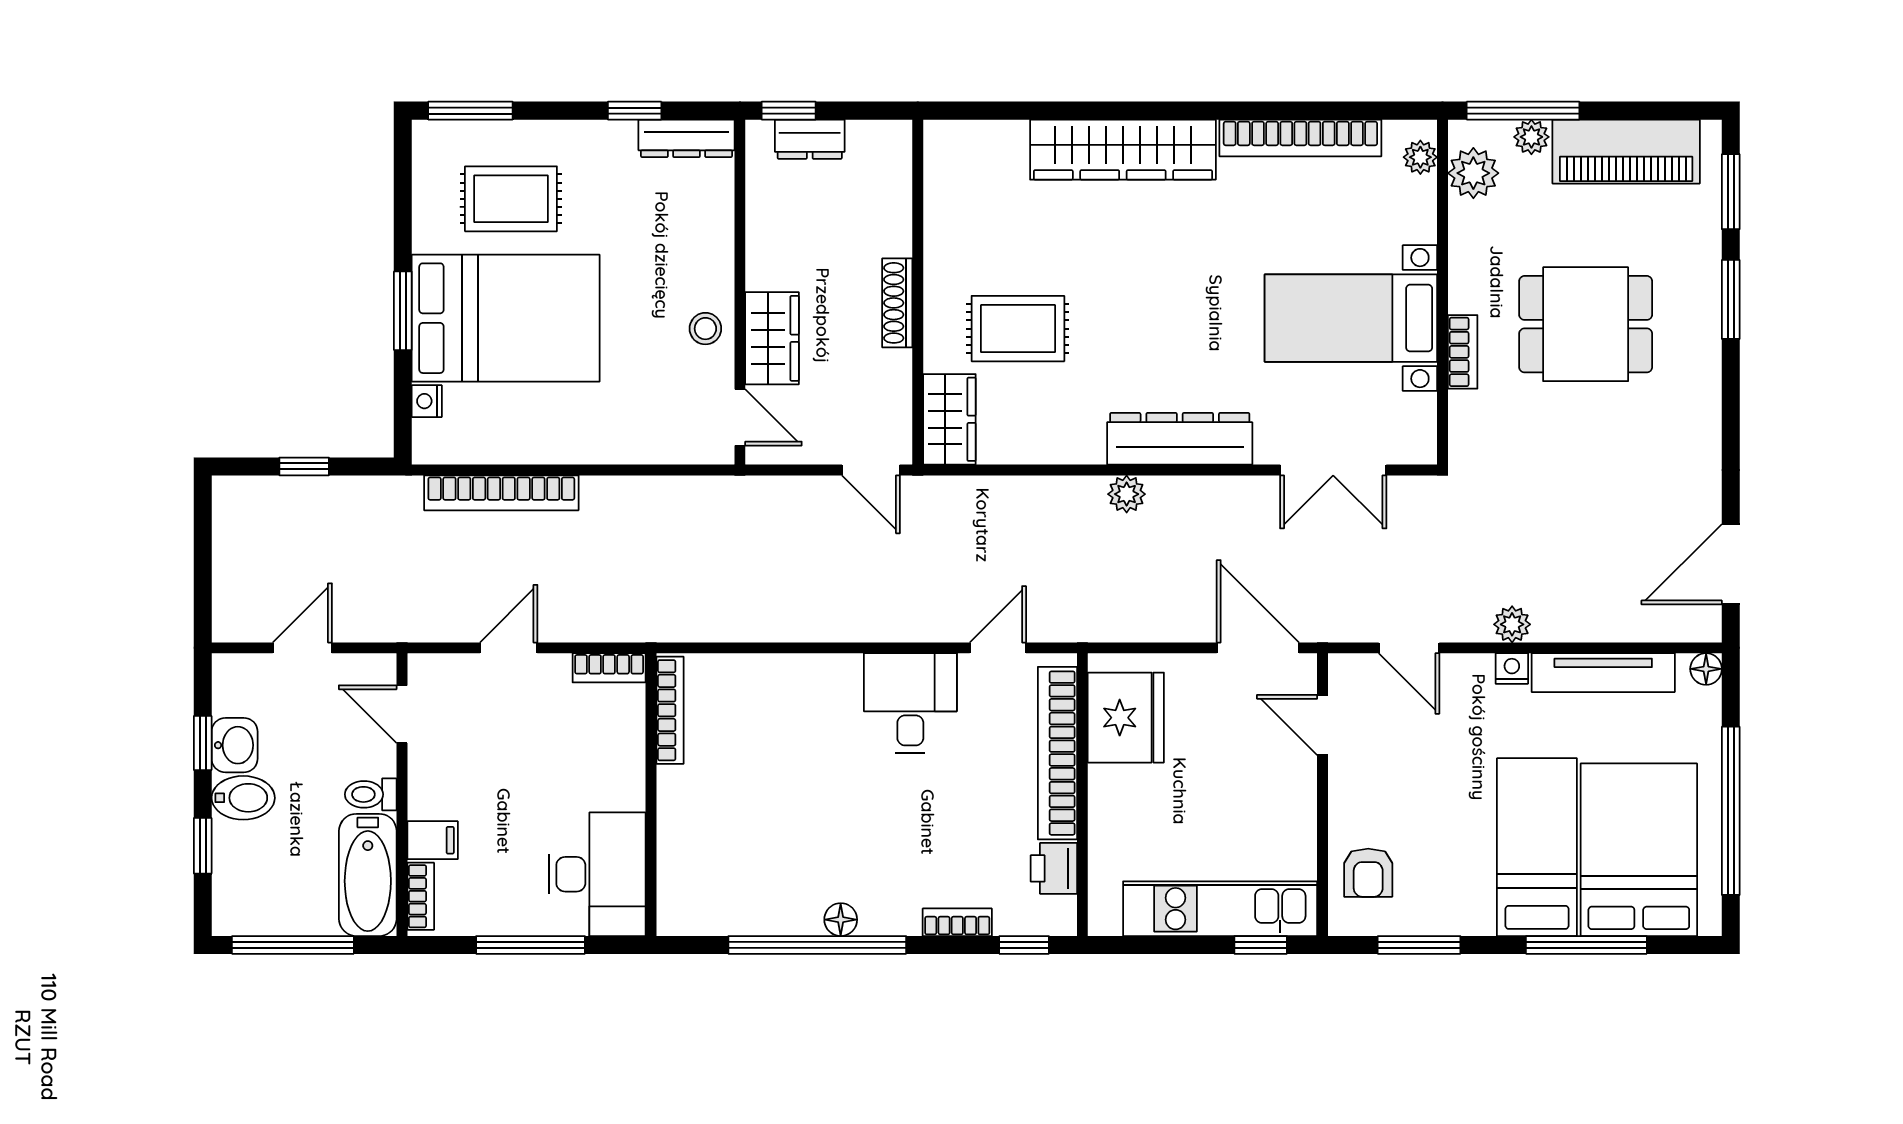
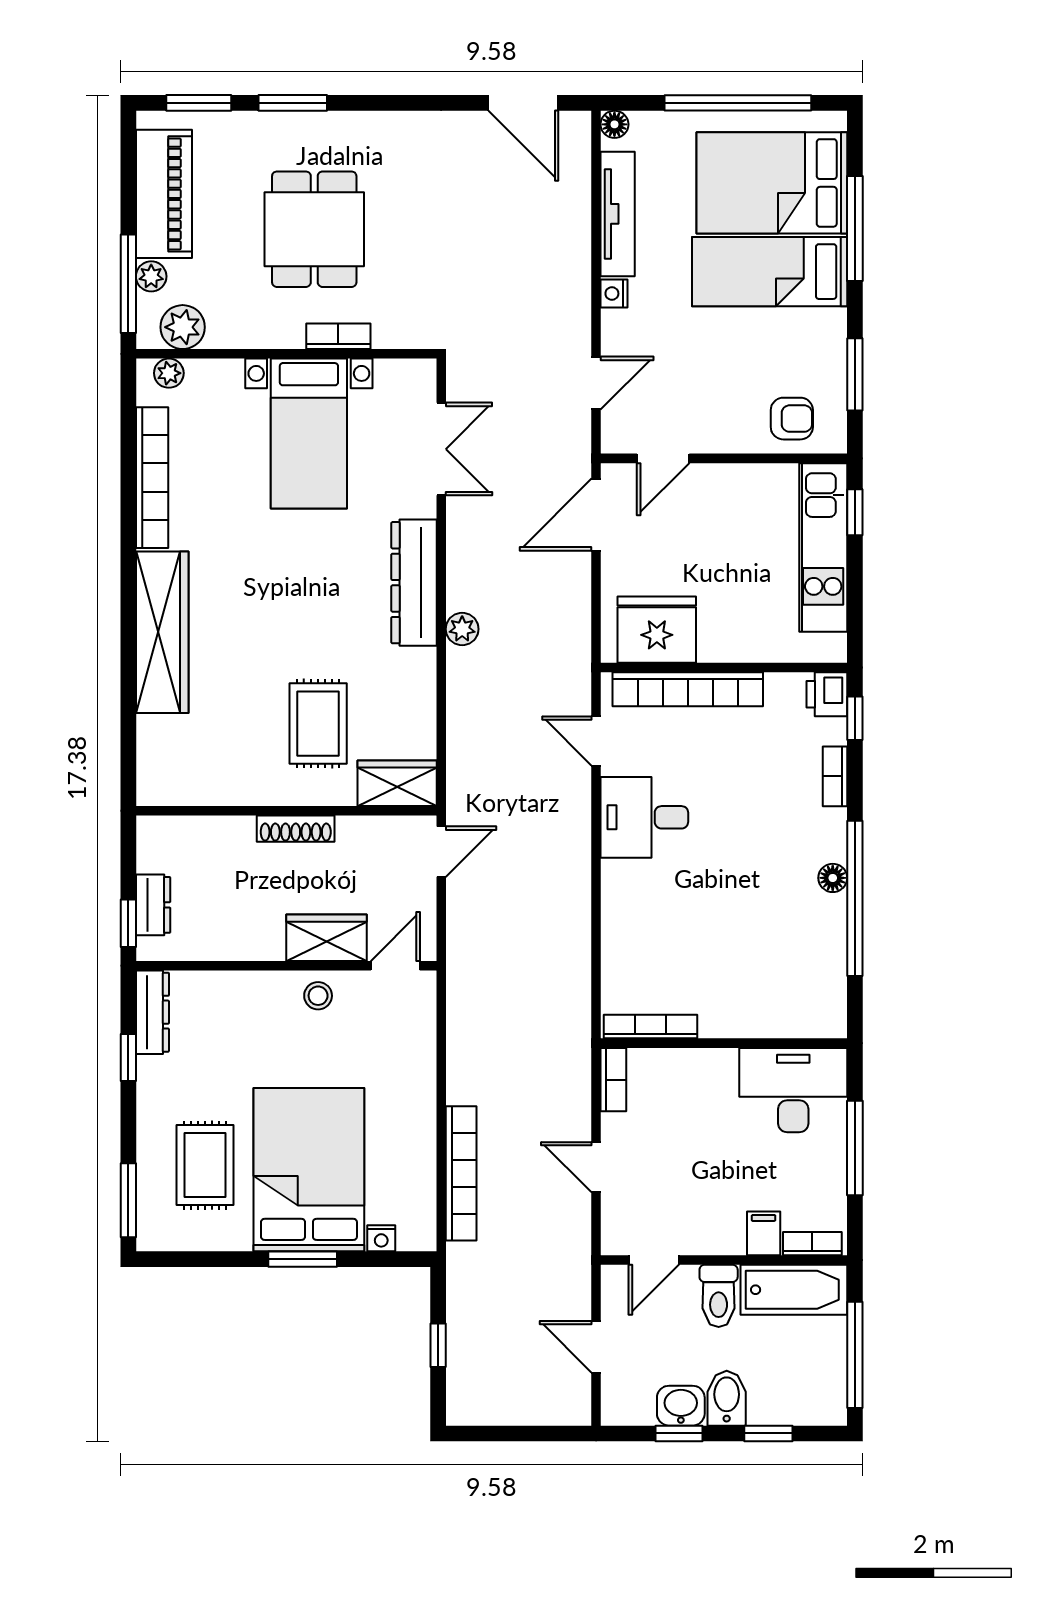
plant: (1512, 624) -> (576, 293), removed
toilet: (371, 794) -> (719, 1296), width x1.37, depth x1.39
printer: (1054, 868) -> (827, 694), moved, turned 90

